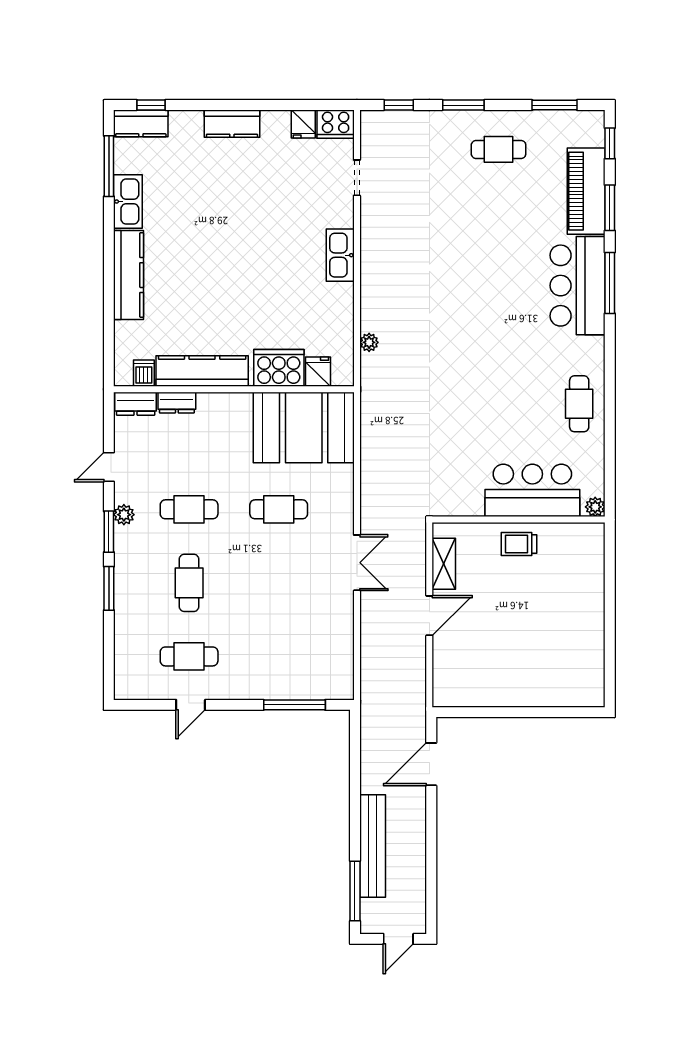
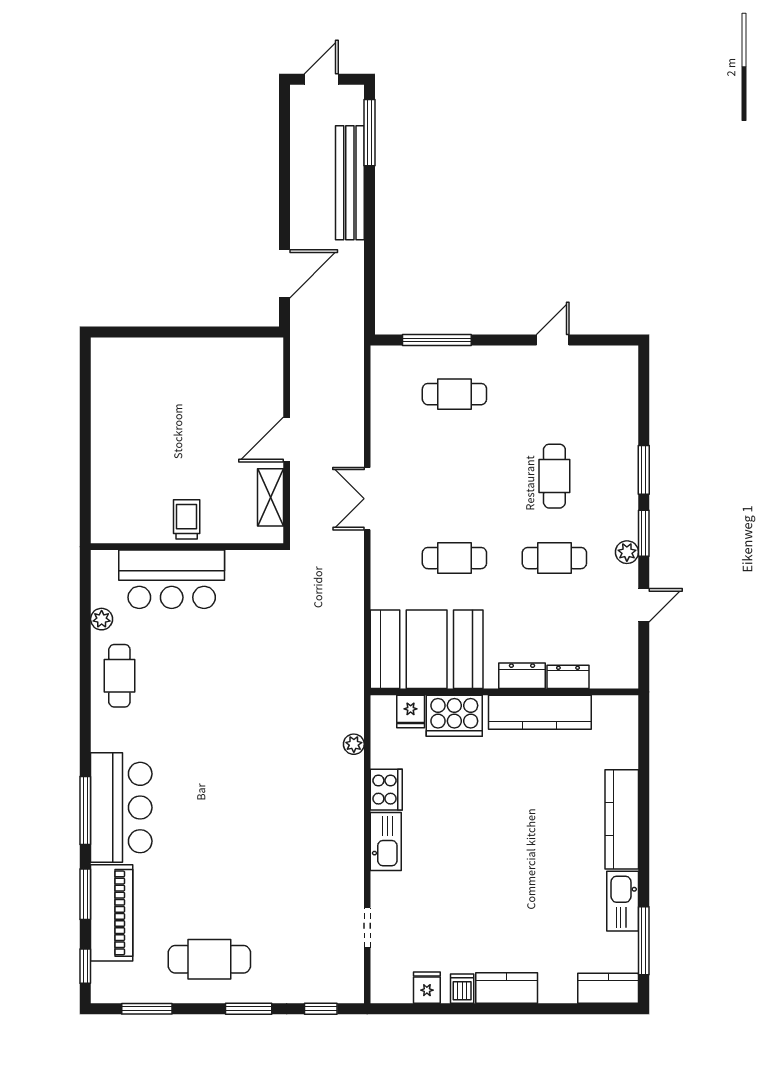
window: (151, 105) -> (597, 1009), removed
cooker: (336, 124) -> (386, 790), moved, turned 90
cafe table: (499, 149) -> (209, 959), width x1.37, depth x1.35
dishwasher: (144, 373) -> (462, 989), moved, turned 180
dresser: (136, 404) -> (522, 676), moved
plant: (595, 507) -> (102, 619), moved
trolley: (519, 544) -> (187, 519), turned -90
cafe table: (189, 656) -> (454, 394), moved

